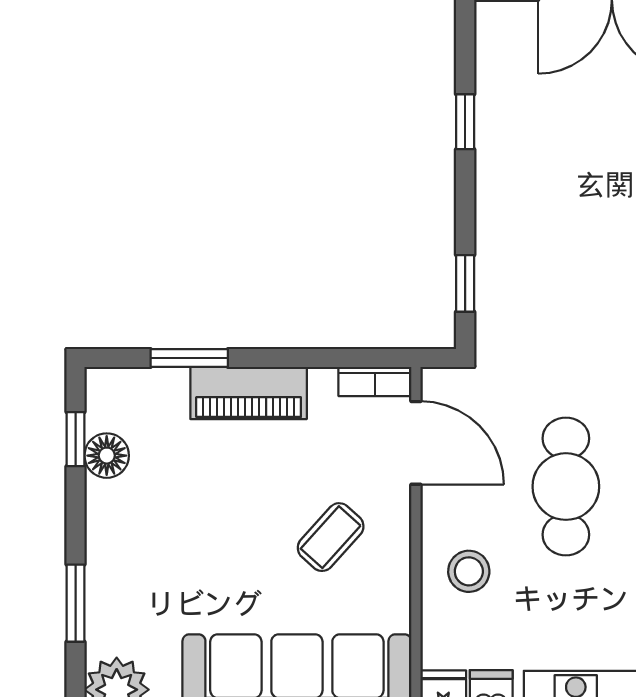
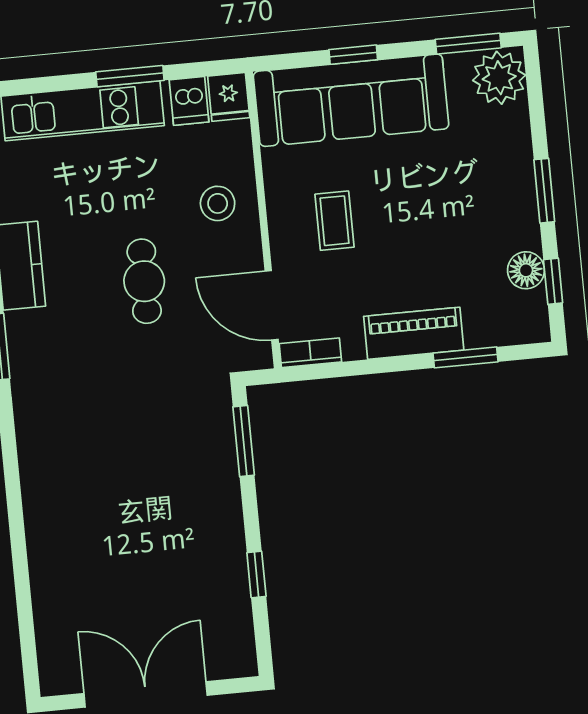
window: (465, 283) -> (244, 441), width x1.50
cafe table: (566, 487) -> (144, 281), width x0.73, depth x0.74
coffee table: (331, 537) -> (334, 221), turned -42
window: (76, 603) -> (544, 191), moved

